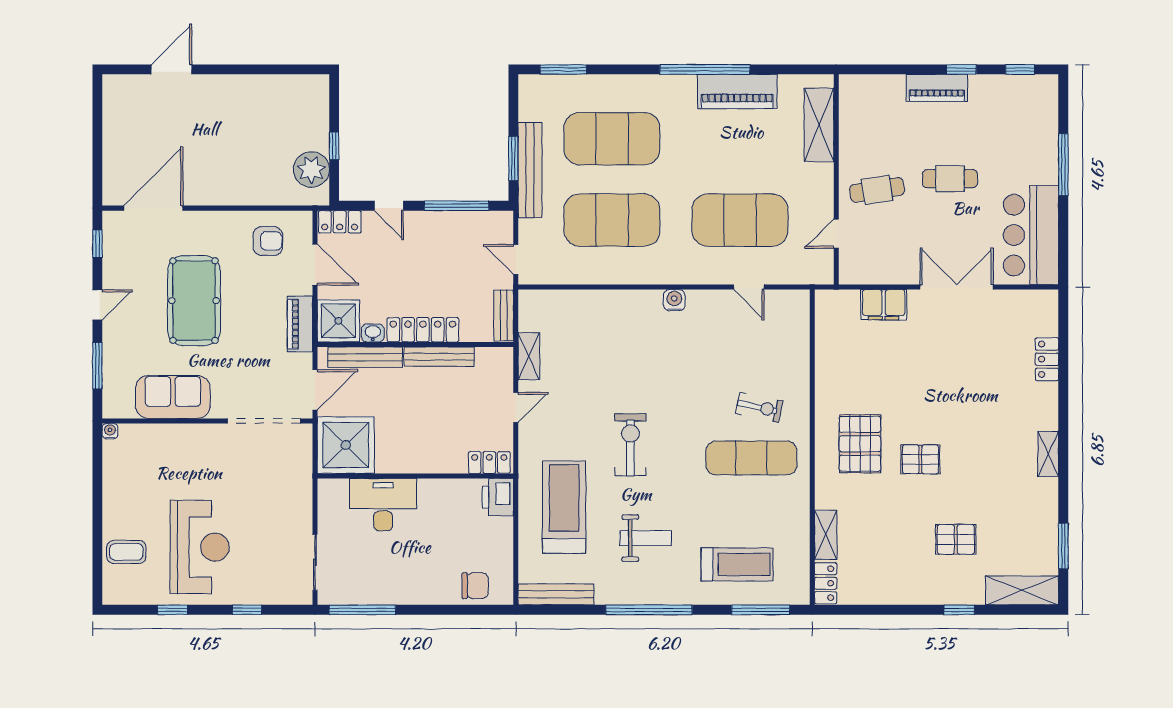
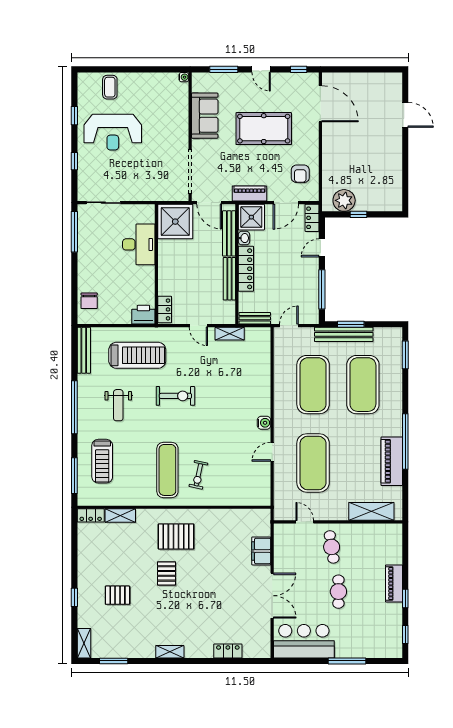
door: (749, 287) -> (272, 452), moved
pallet: (956, 539) -> (118, 595), turned 90
shelving: (1022, 590) -> (84, 643), width x0.67, depth x0.75

